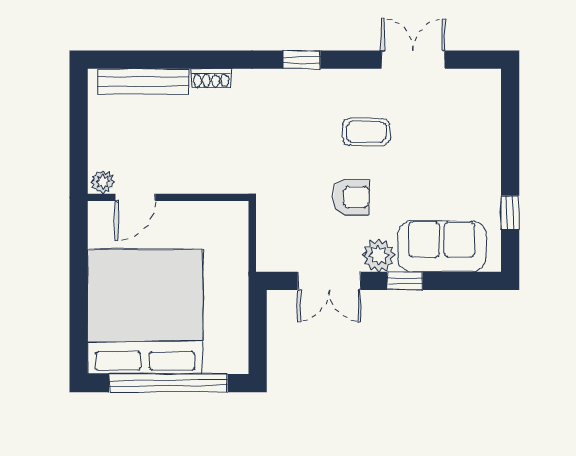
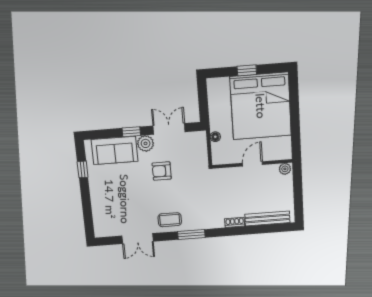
window: (302, 60) -> (191, 234), width x1.50
coffee table: (366, 132) -> (170, 220), moved
door: (135, 197) -> (252, 164), moved
floor lamp: (239, 258) -> (215, 137), added
window: (168, 383) -> (247, 70), width x0.32

